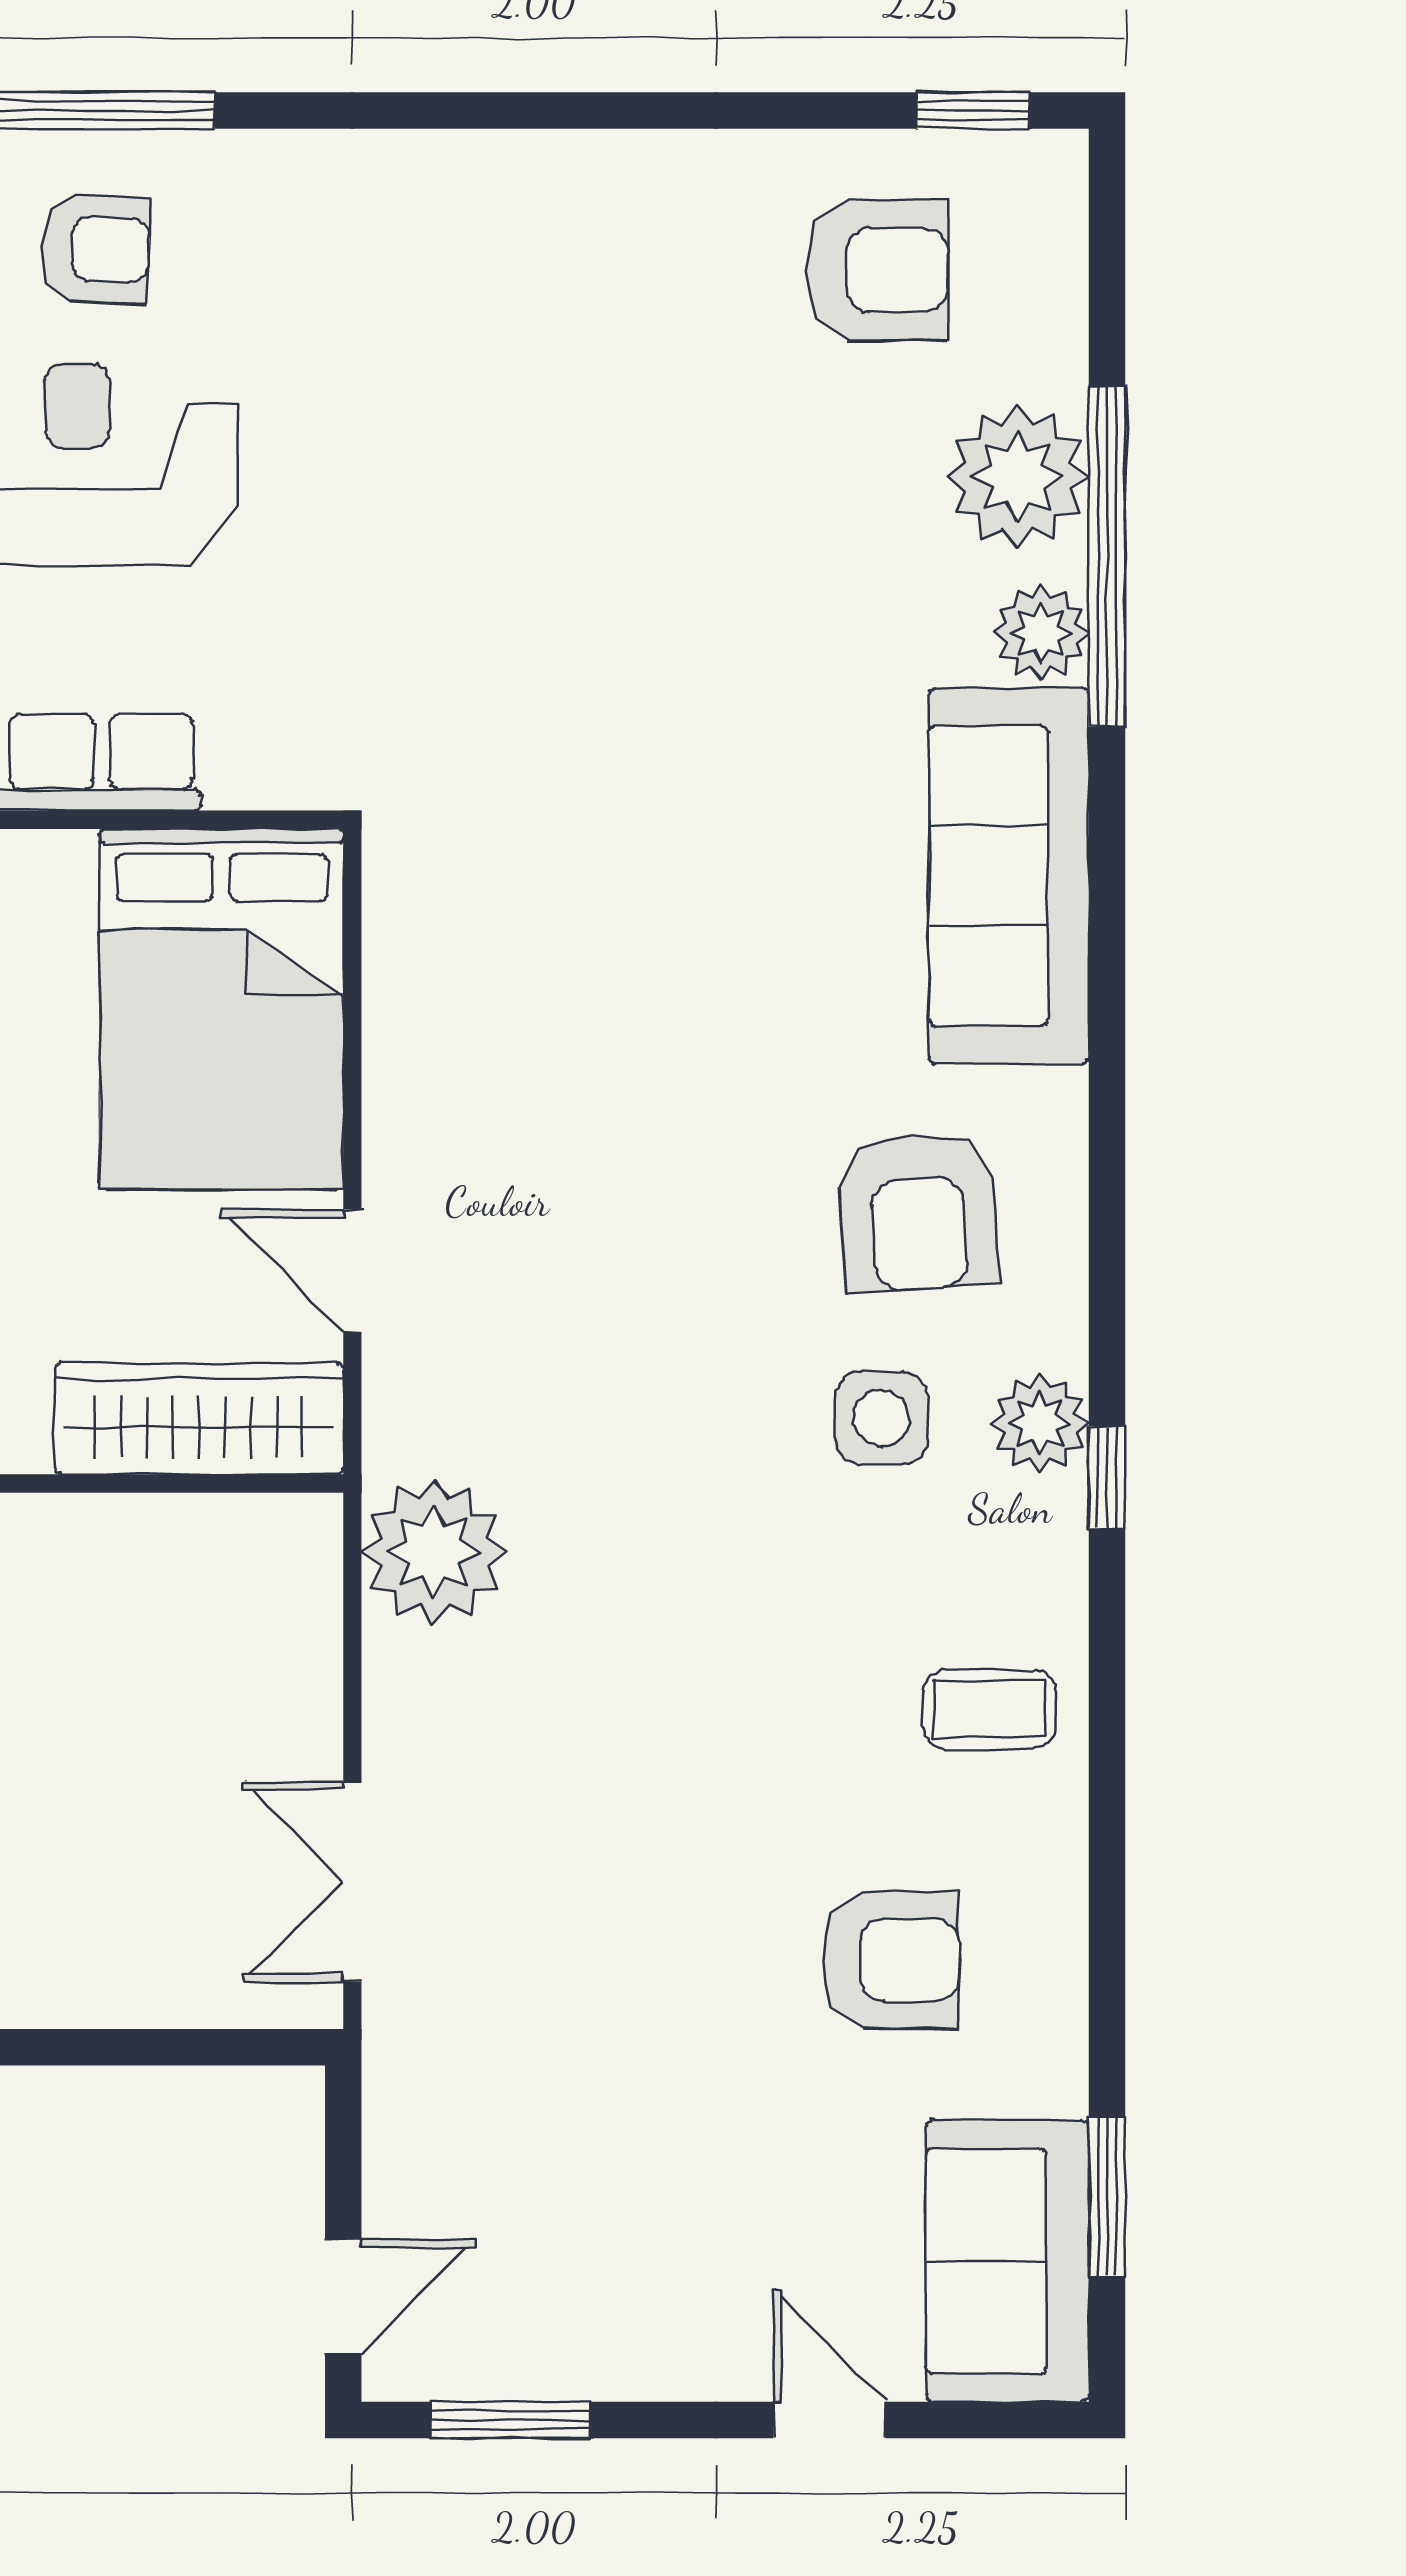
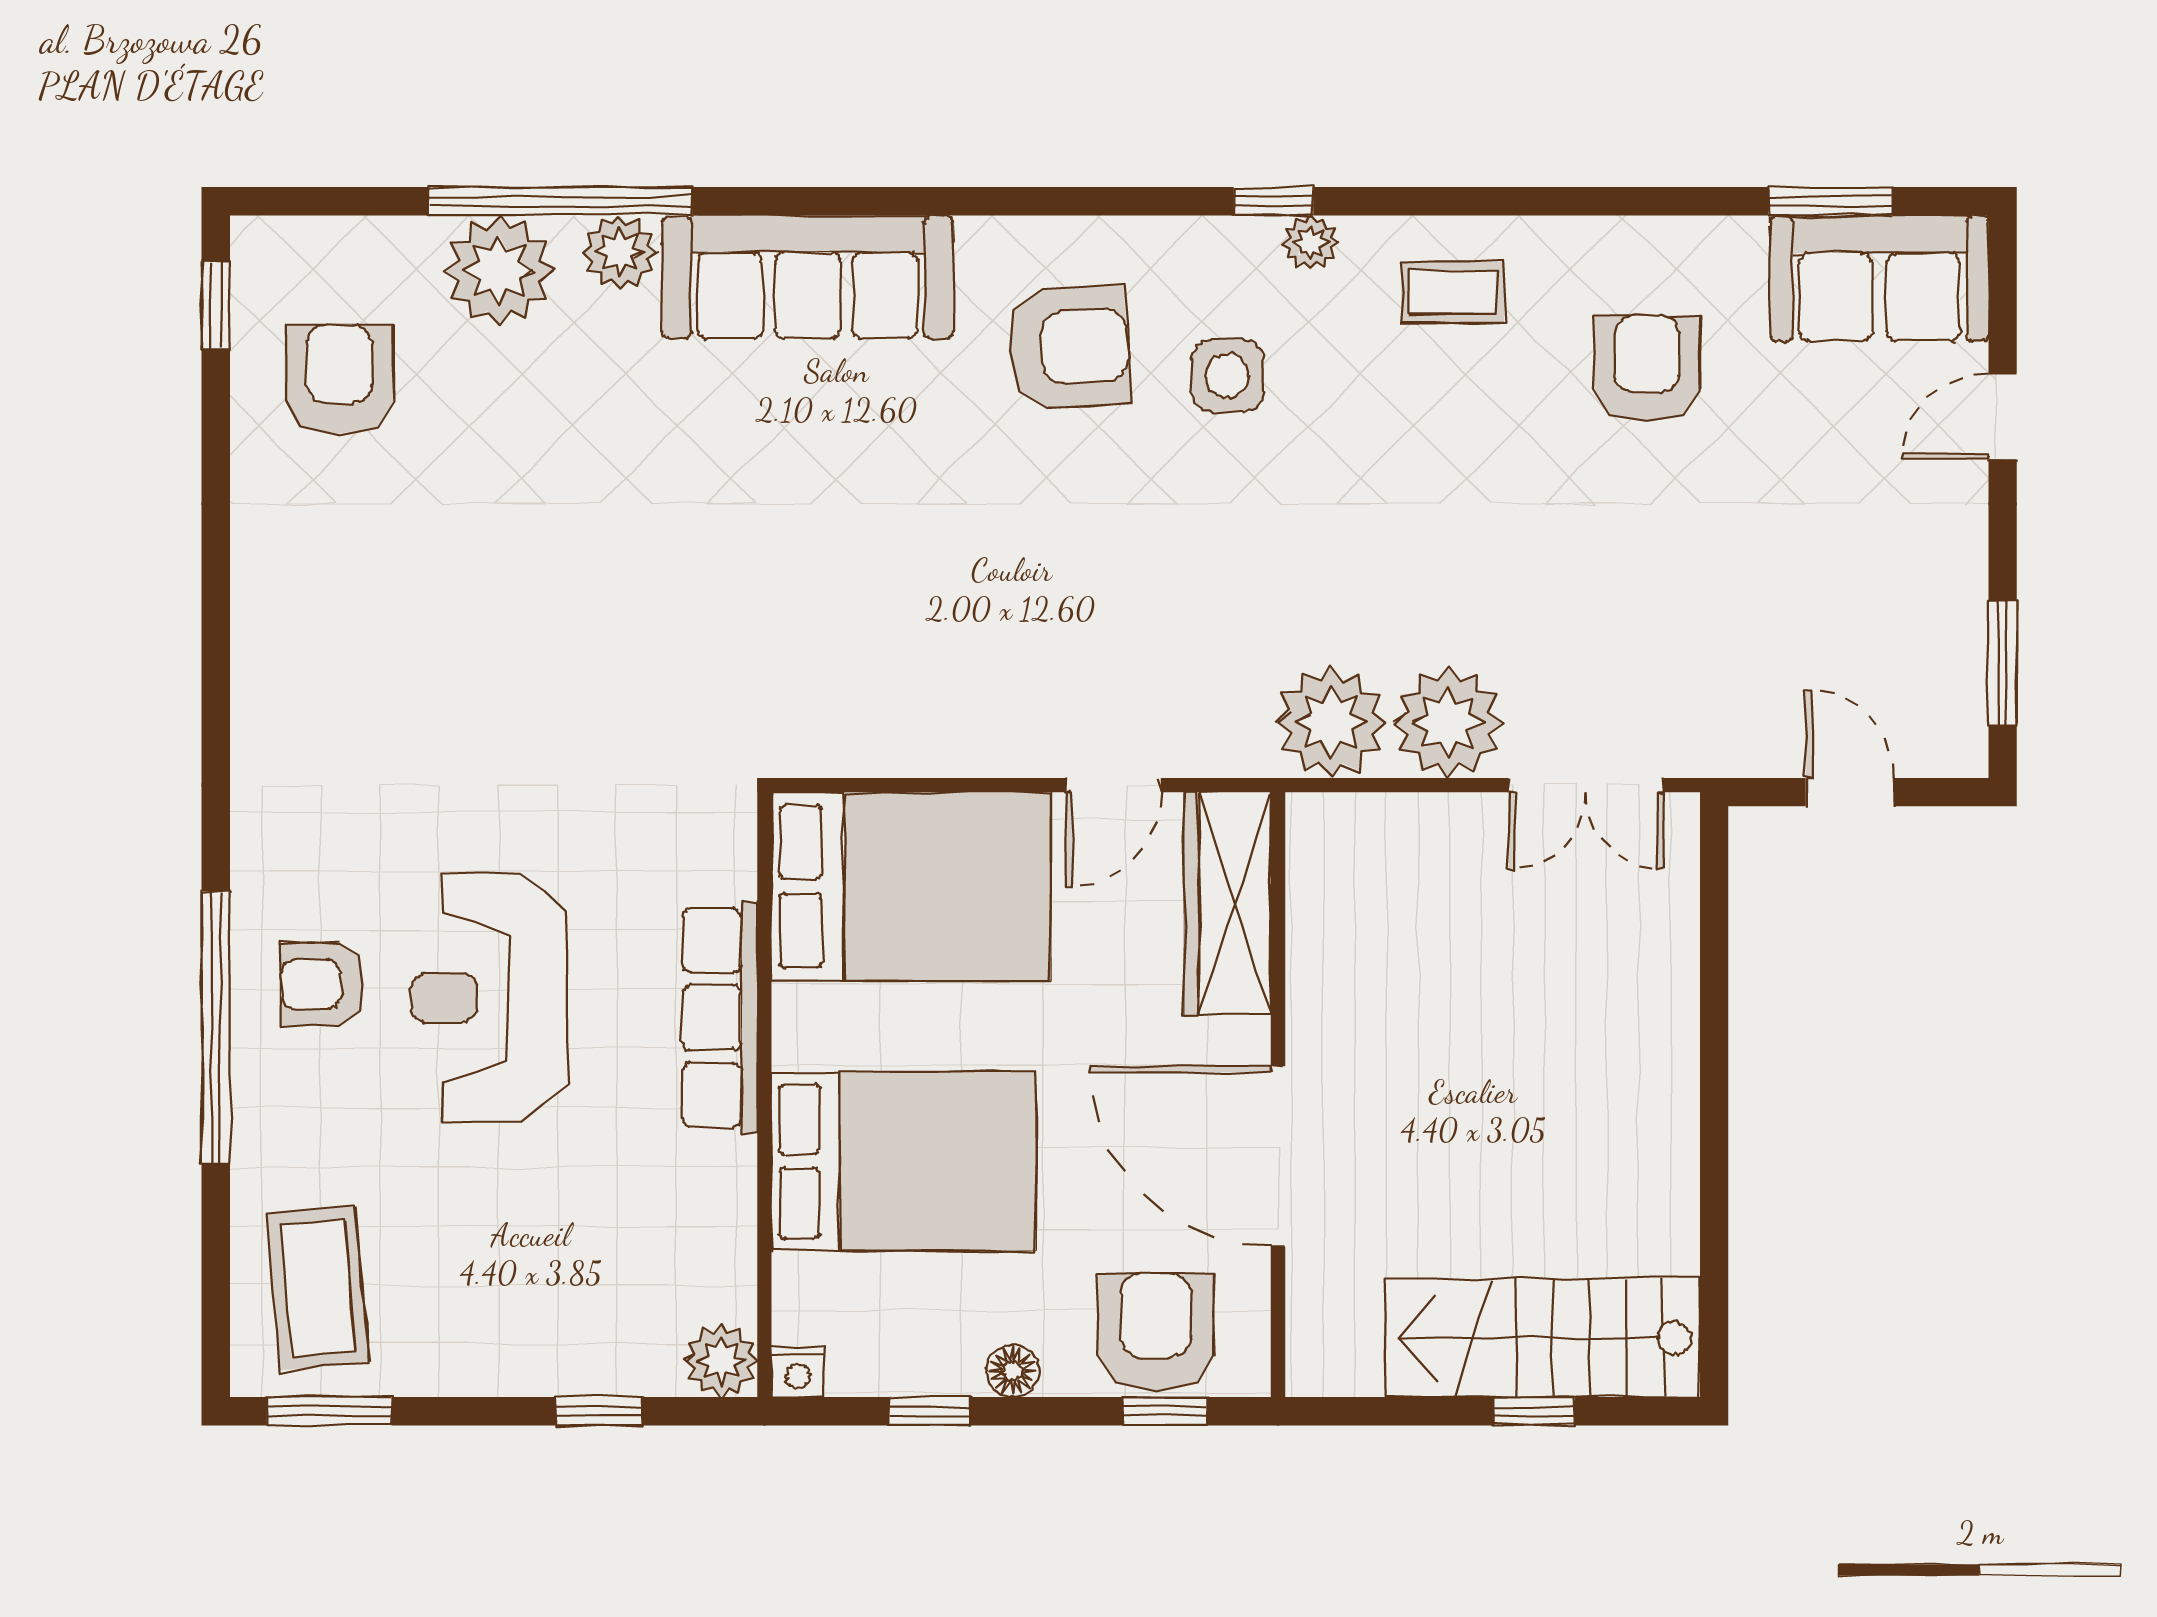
armchair: (95, 249) -> (323, 984), turned -93
plant: (1040, 1423) -> (1311, 243), moved, width x0.73, depth x0.73
plant: (433, 1704) -> (1448, 722), added
coffee table: (989, 1709) -> (1453, 292), turned 90
door: (343, 2297) -> (1850, 792), moved

